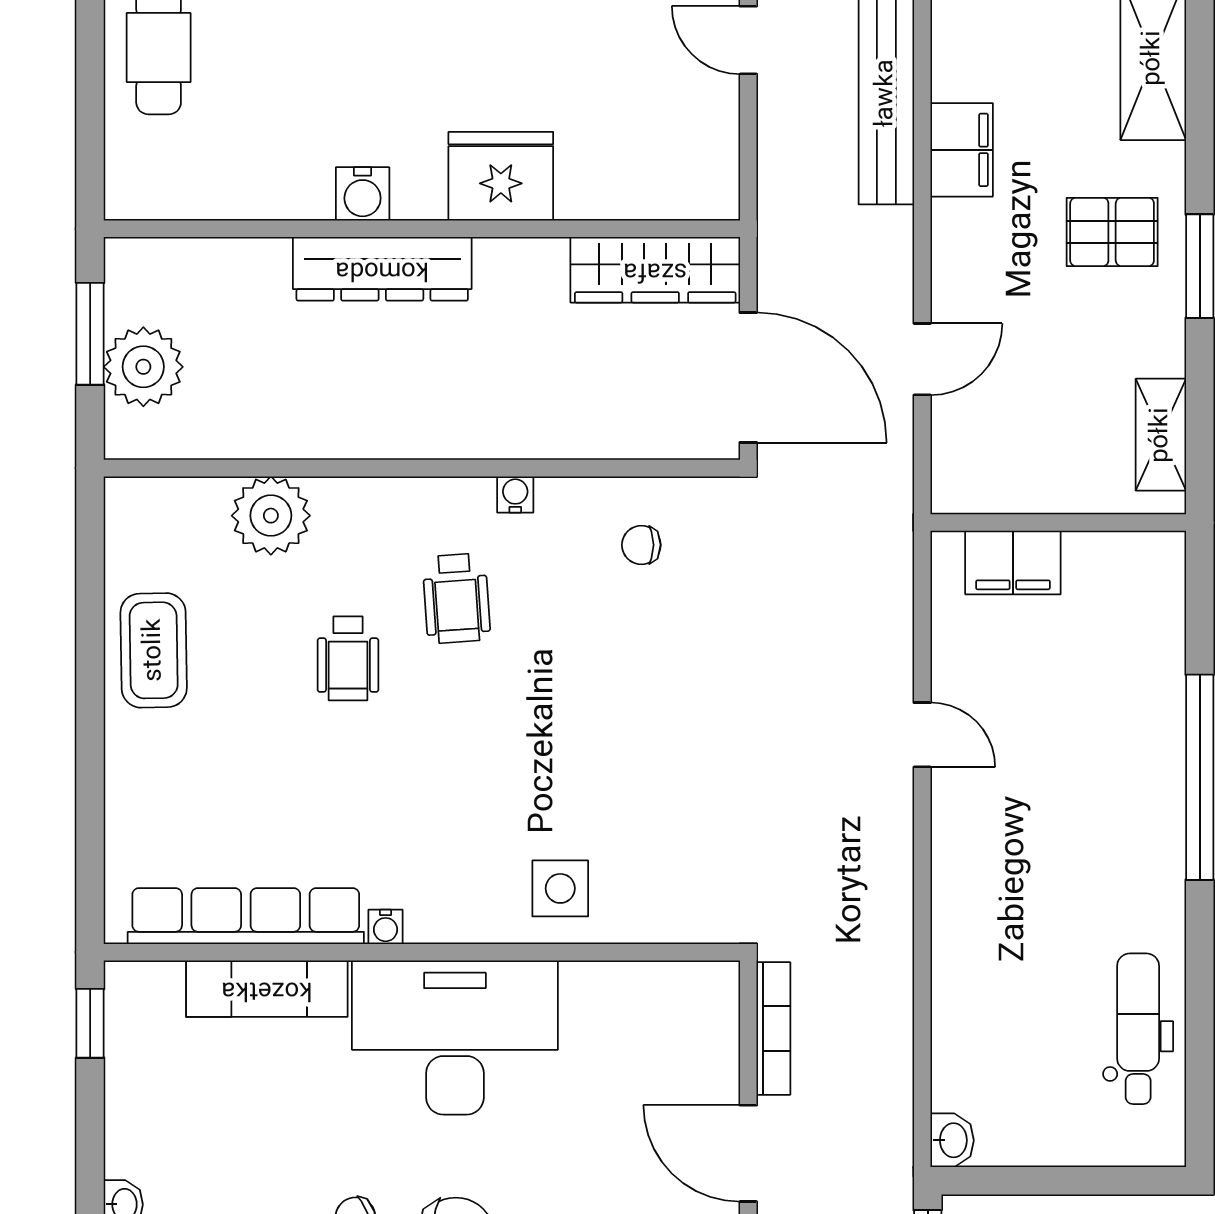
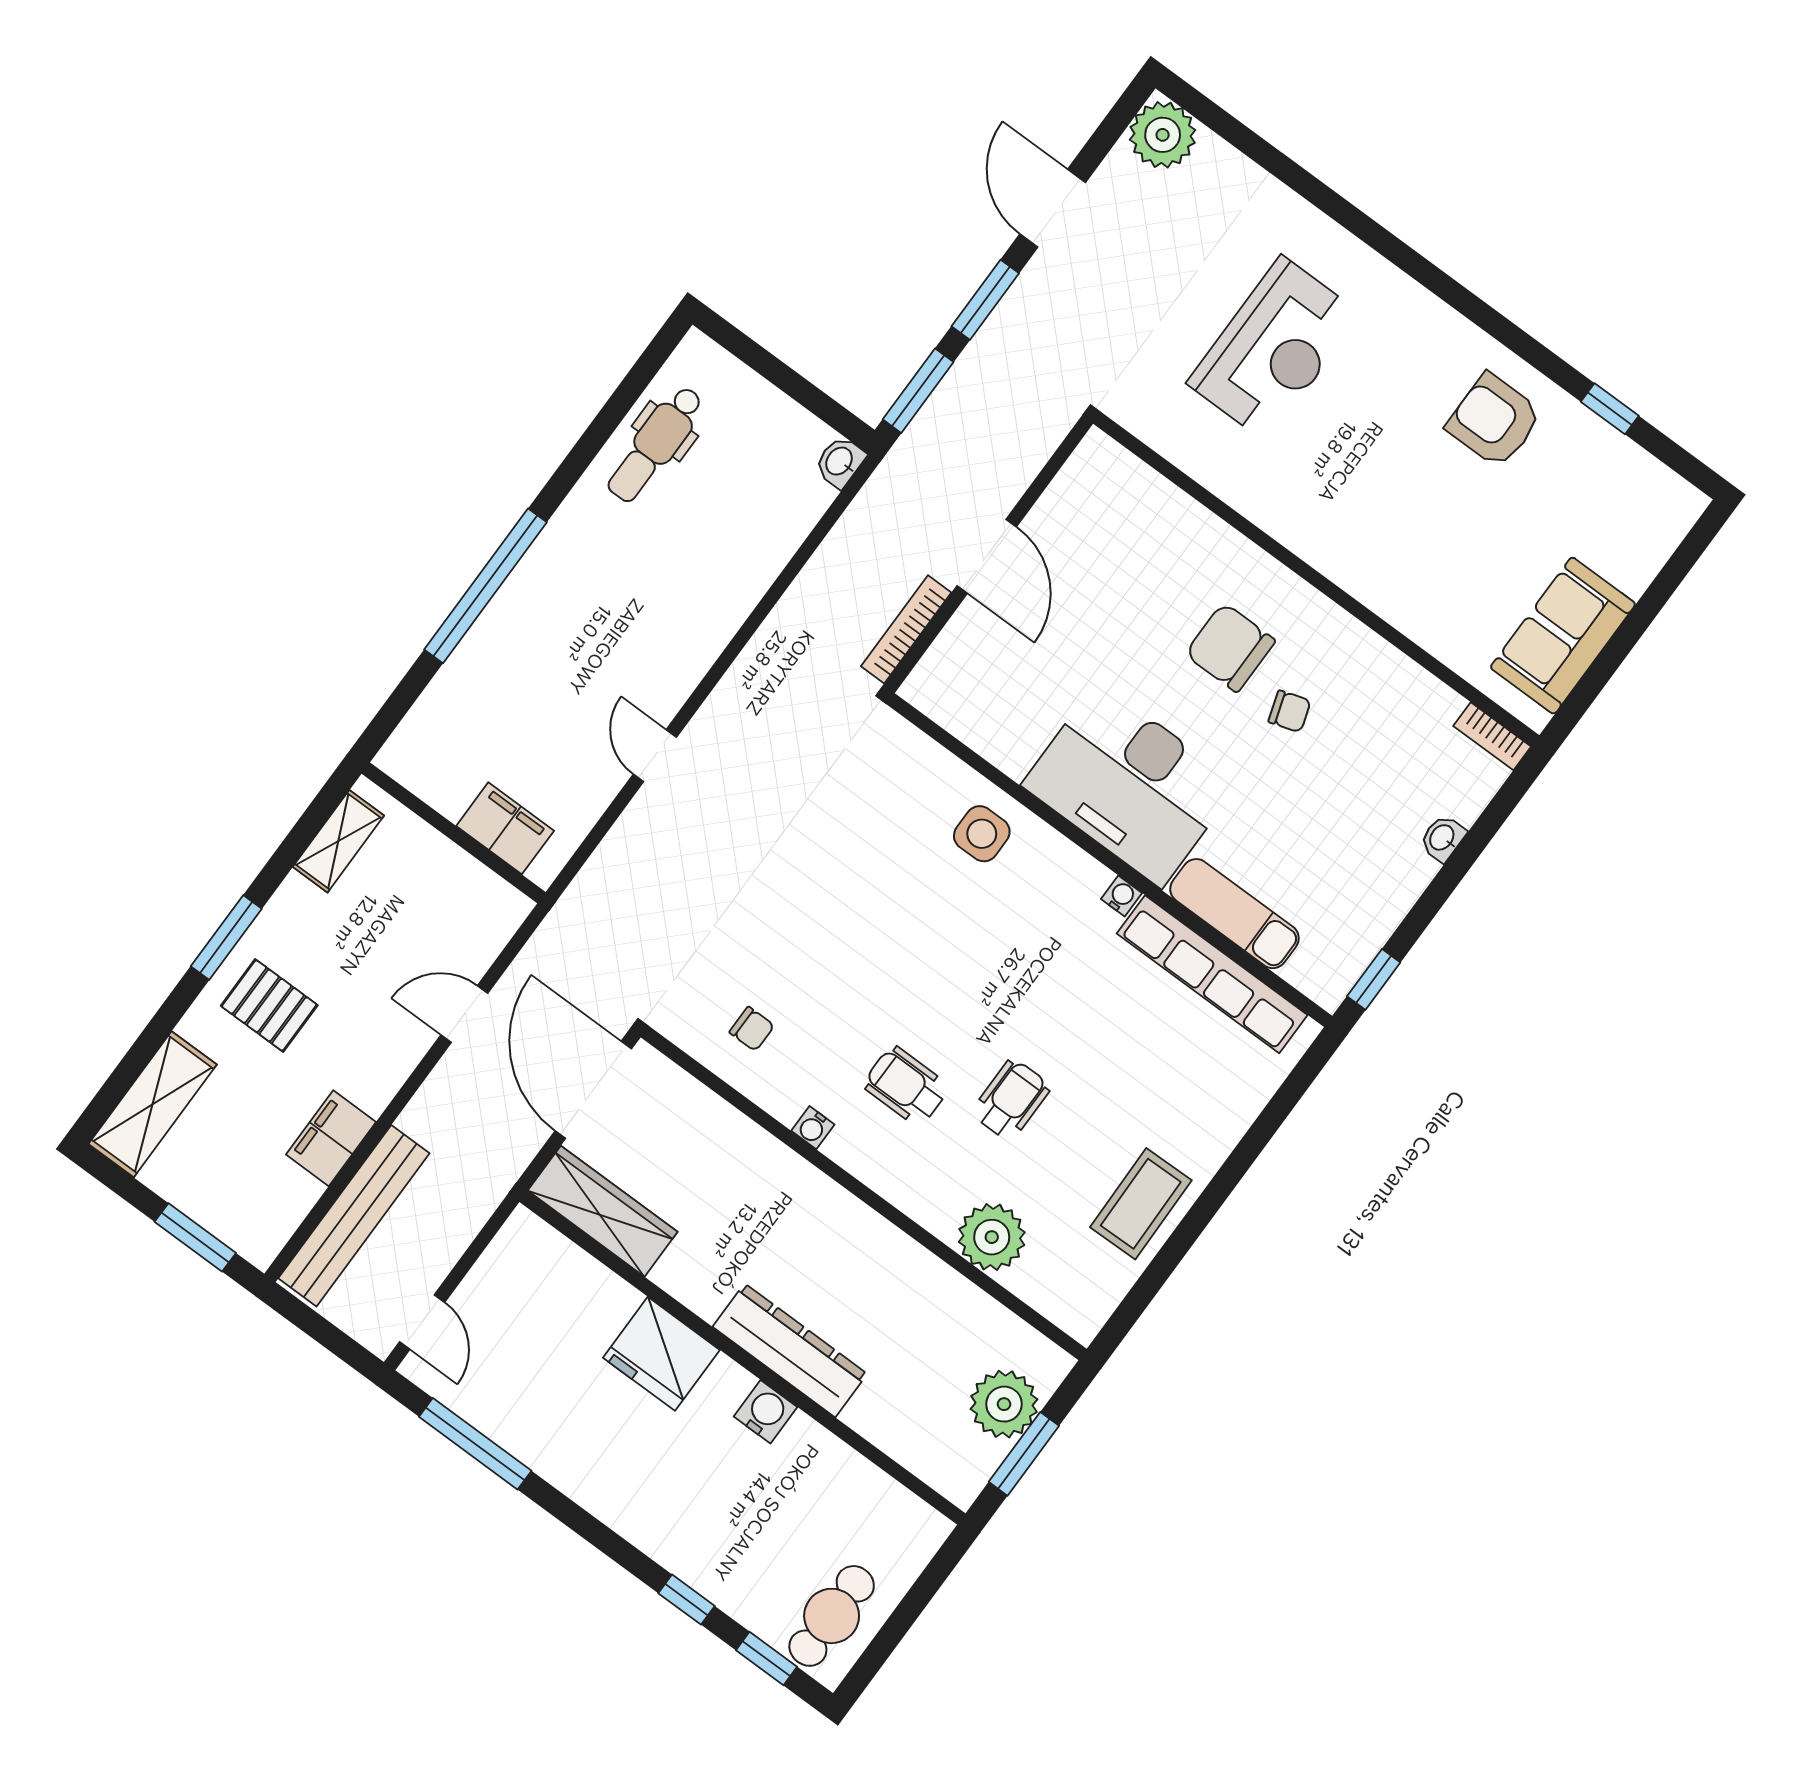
wheelchair: (456, 598) -> (906, 1086), turned -86

